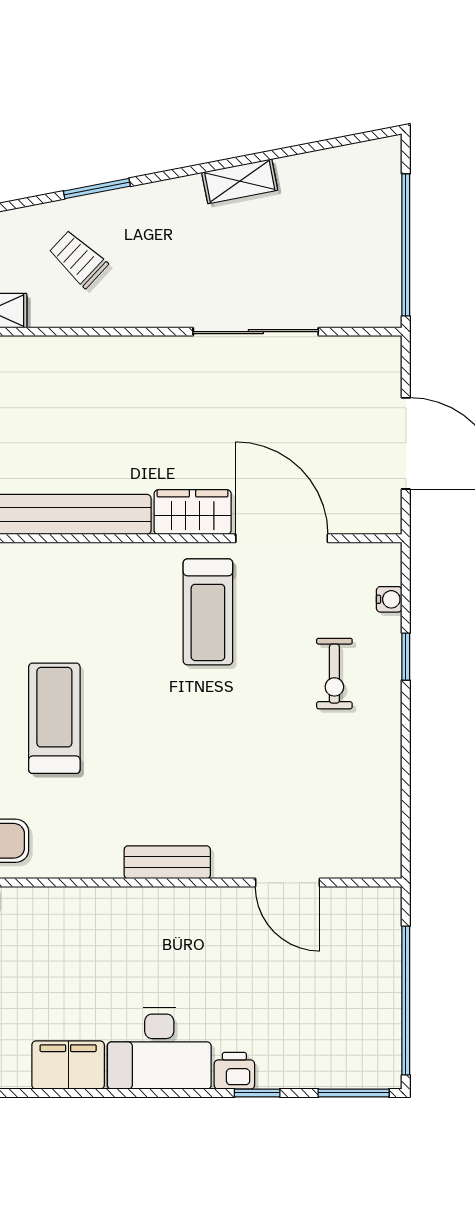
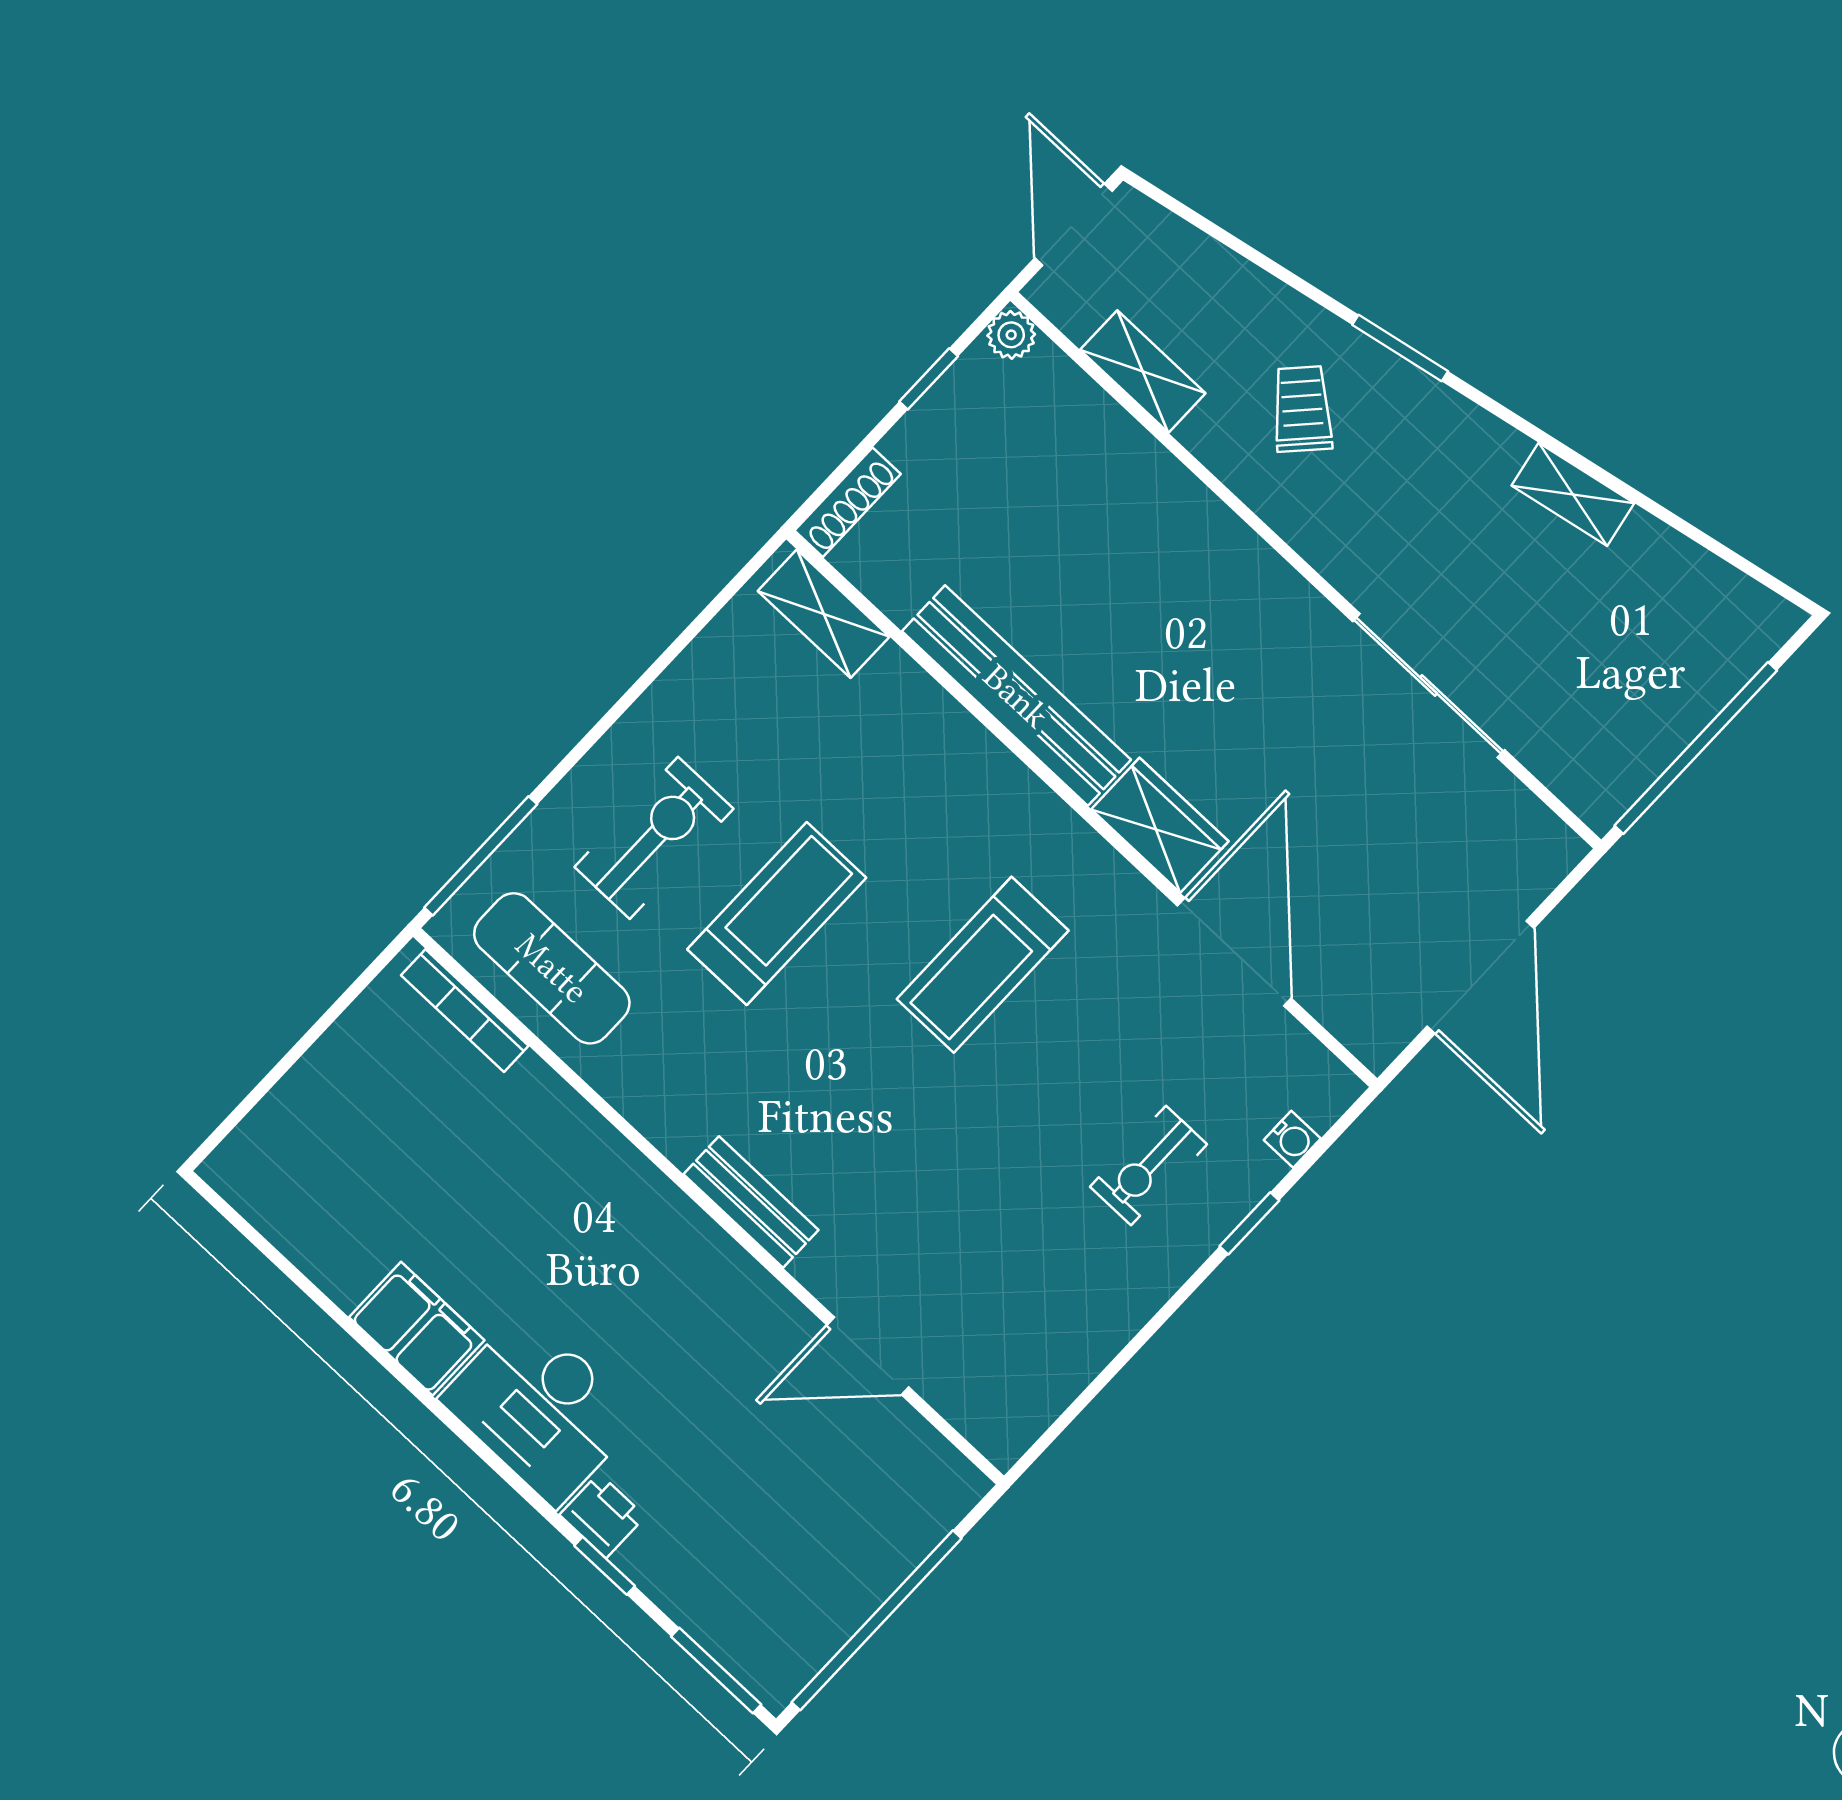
treadmill: (208, 612) -> (983, 965), moved
door: (288, 883) -> (868, 1356), hinge flipped

